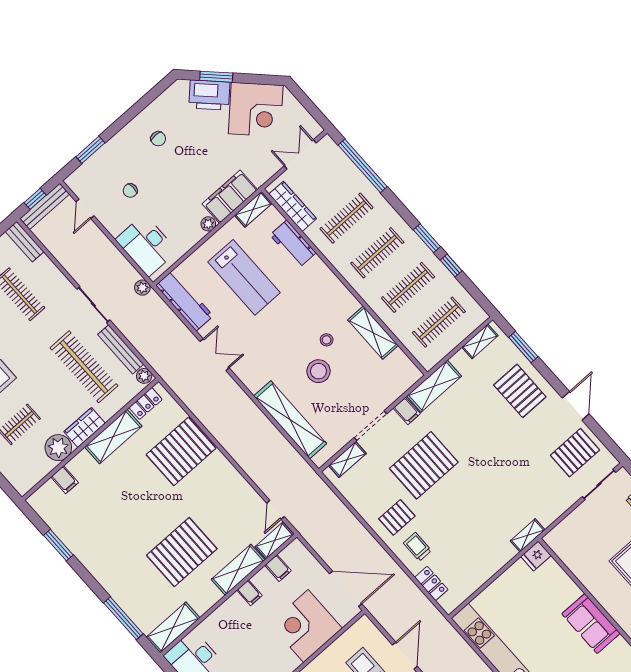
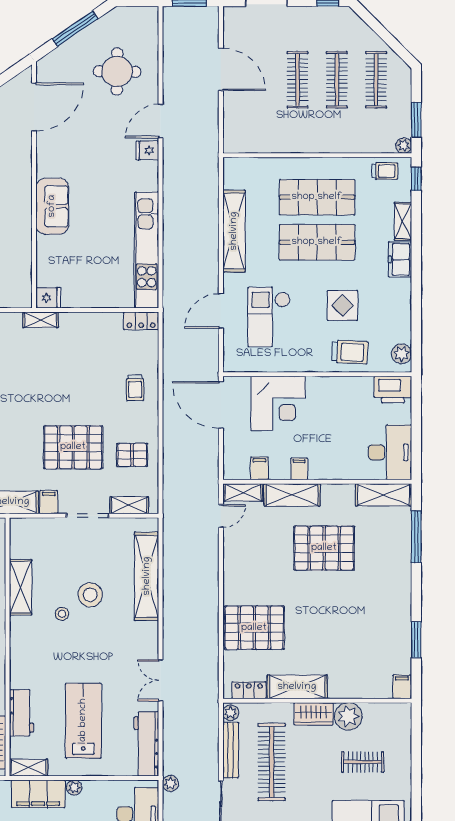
filing cabinet: (65, 480) -> (402, 687), moved
pallet: (397, 517) -> (132, 455), moved
locker: (431, 583) -> (141, 321), moved, turned -90

